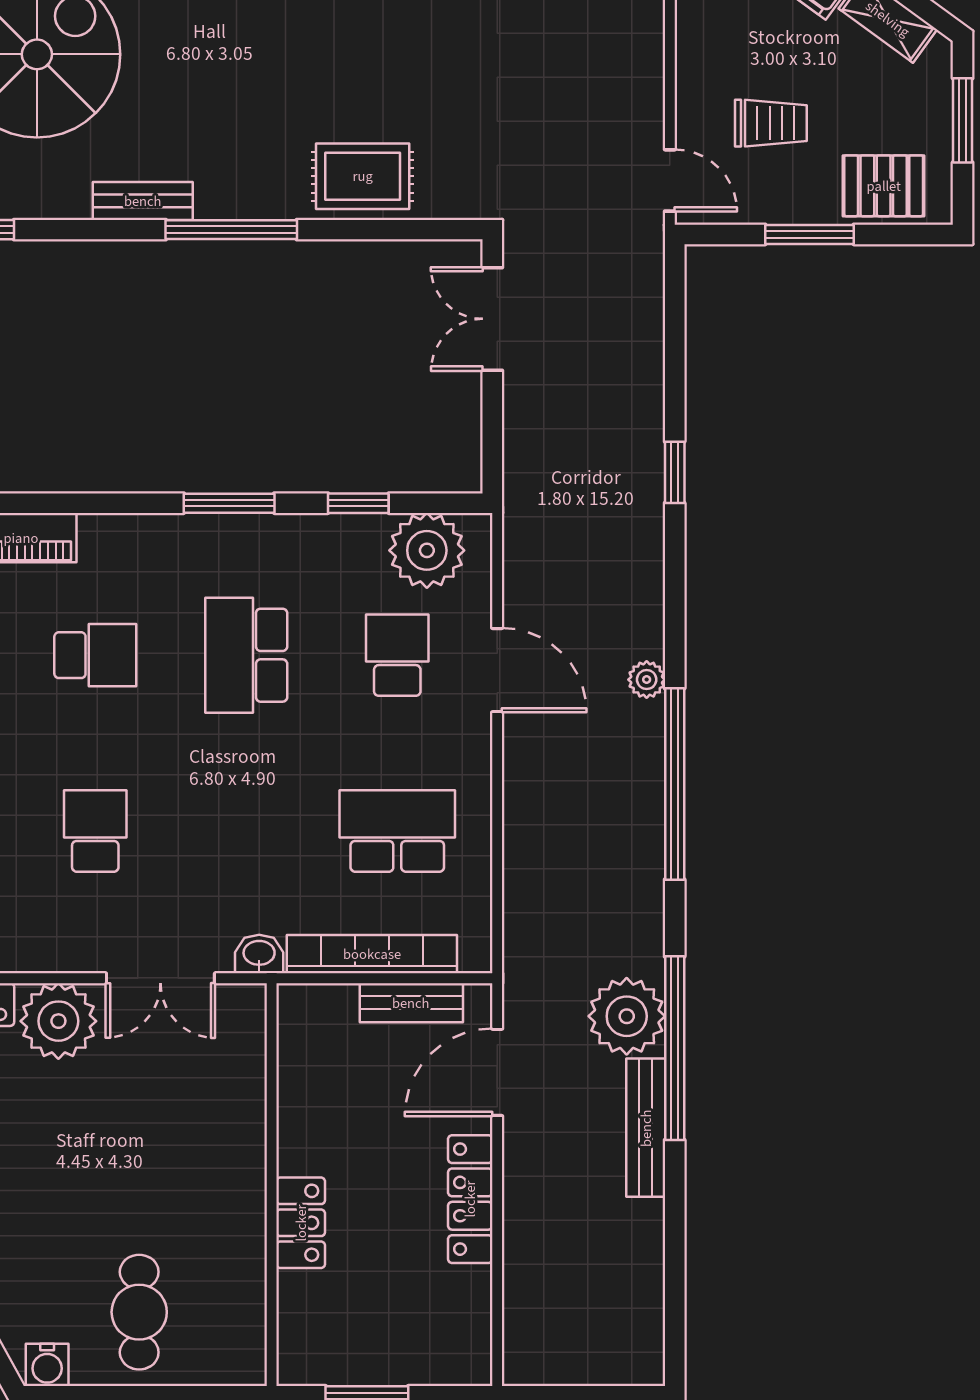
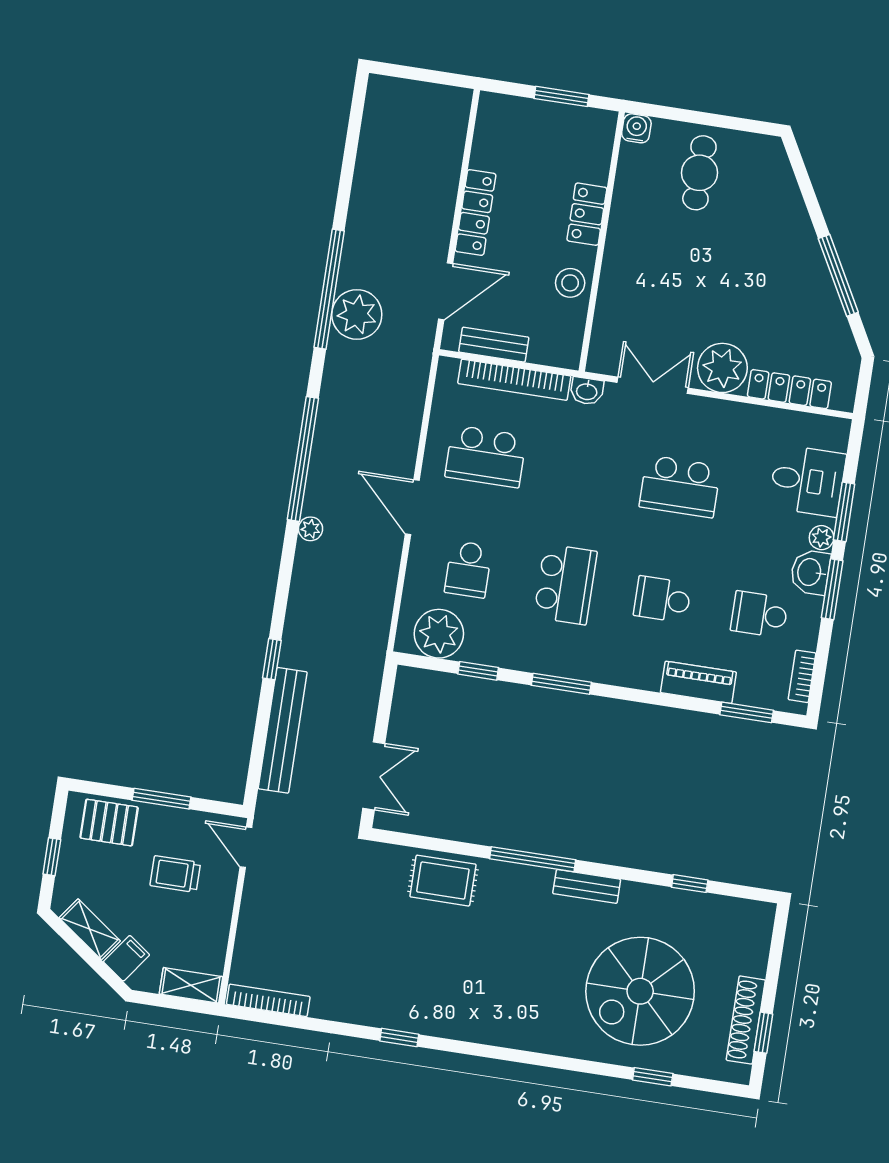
window: (963, 120) -> (52, 857), width x0.67
door: (497, 670) -> (412, 507), moved
school desk: (95, 831) -> (680, 486), width x1.85
stool: (310, 1114) -> (570, 283), added
bench: (646, 1128) -> (283, 730), moved, width x1.37, depth x1.21
water cooler: (47, 1365) -> (636, 128), moved

